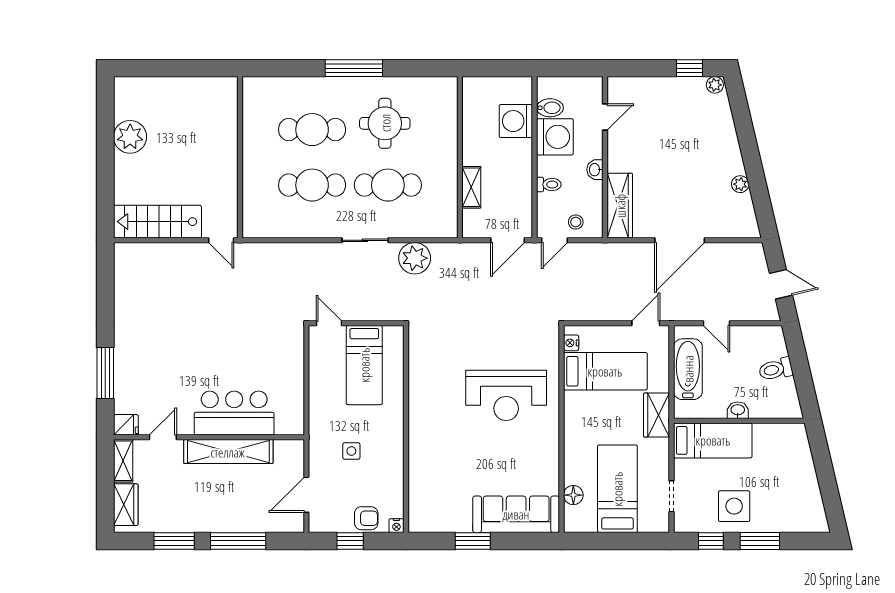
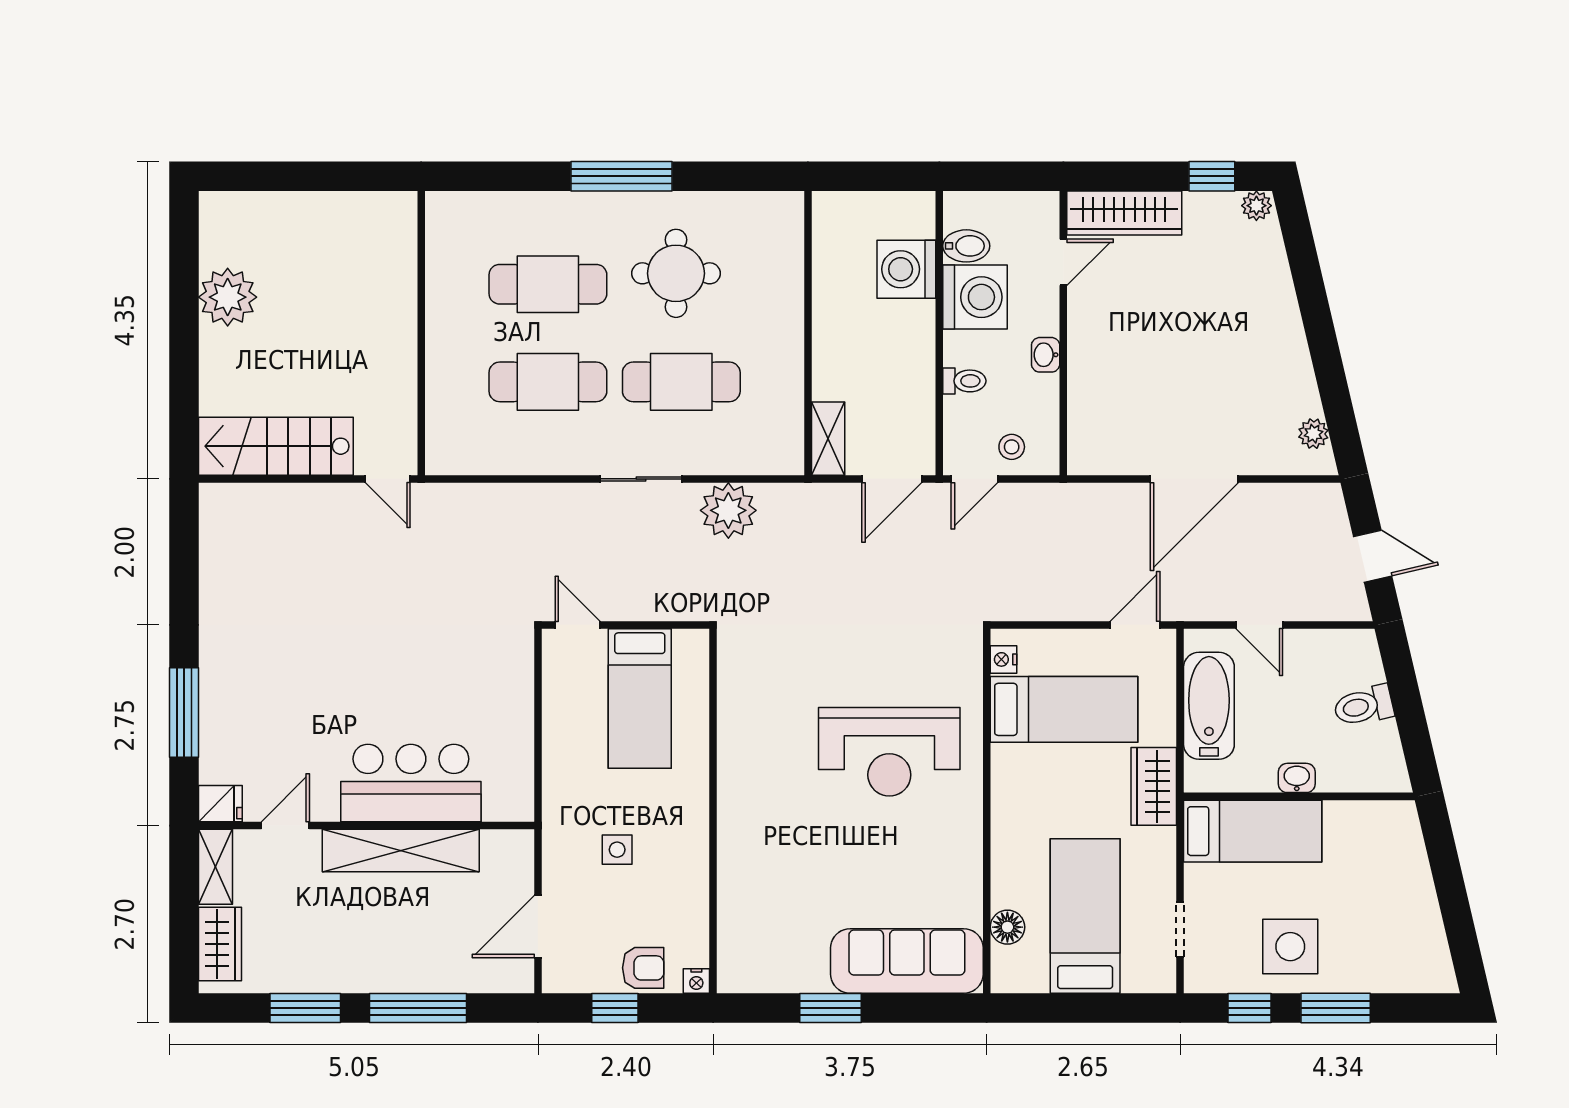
plant: (740, 184) -> (1313, 434), moved
shelving: (471, 187) -> (828, 439), moved
wardrobe: (620, 206) -> (1124, 213), moved, turned 90

